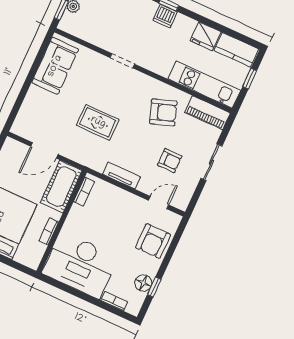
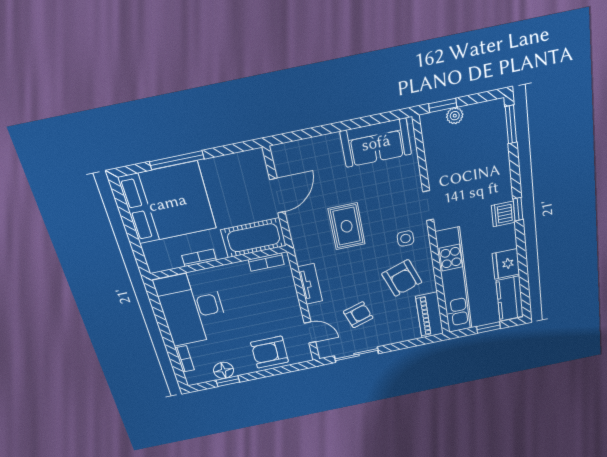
kitchen unit: (204, 85) -> (454, 281), width x1.36
side table: (135, 91) -> (405, 238), added
door: (44, 150) -> (277, 196), swing flipped
armchair: (170, 161) -> (358, 315), turned -108
sliding door: (211, 162) -> (356, 355), moved

